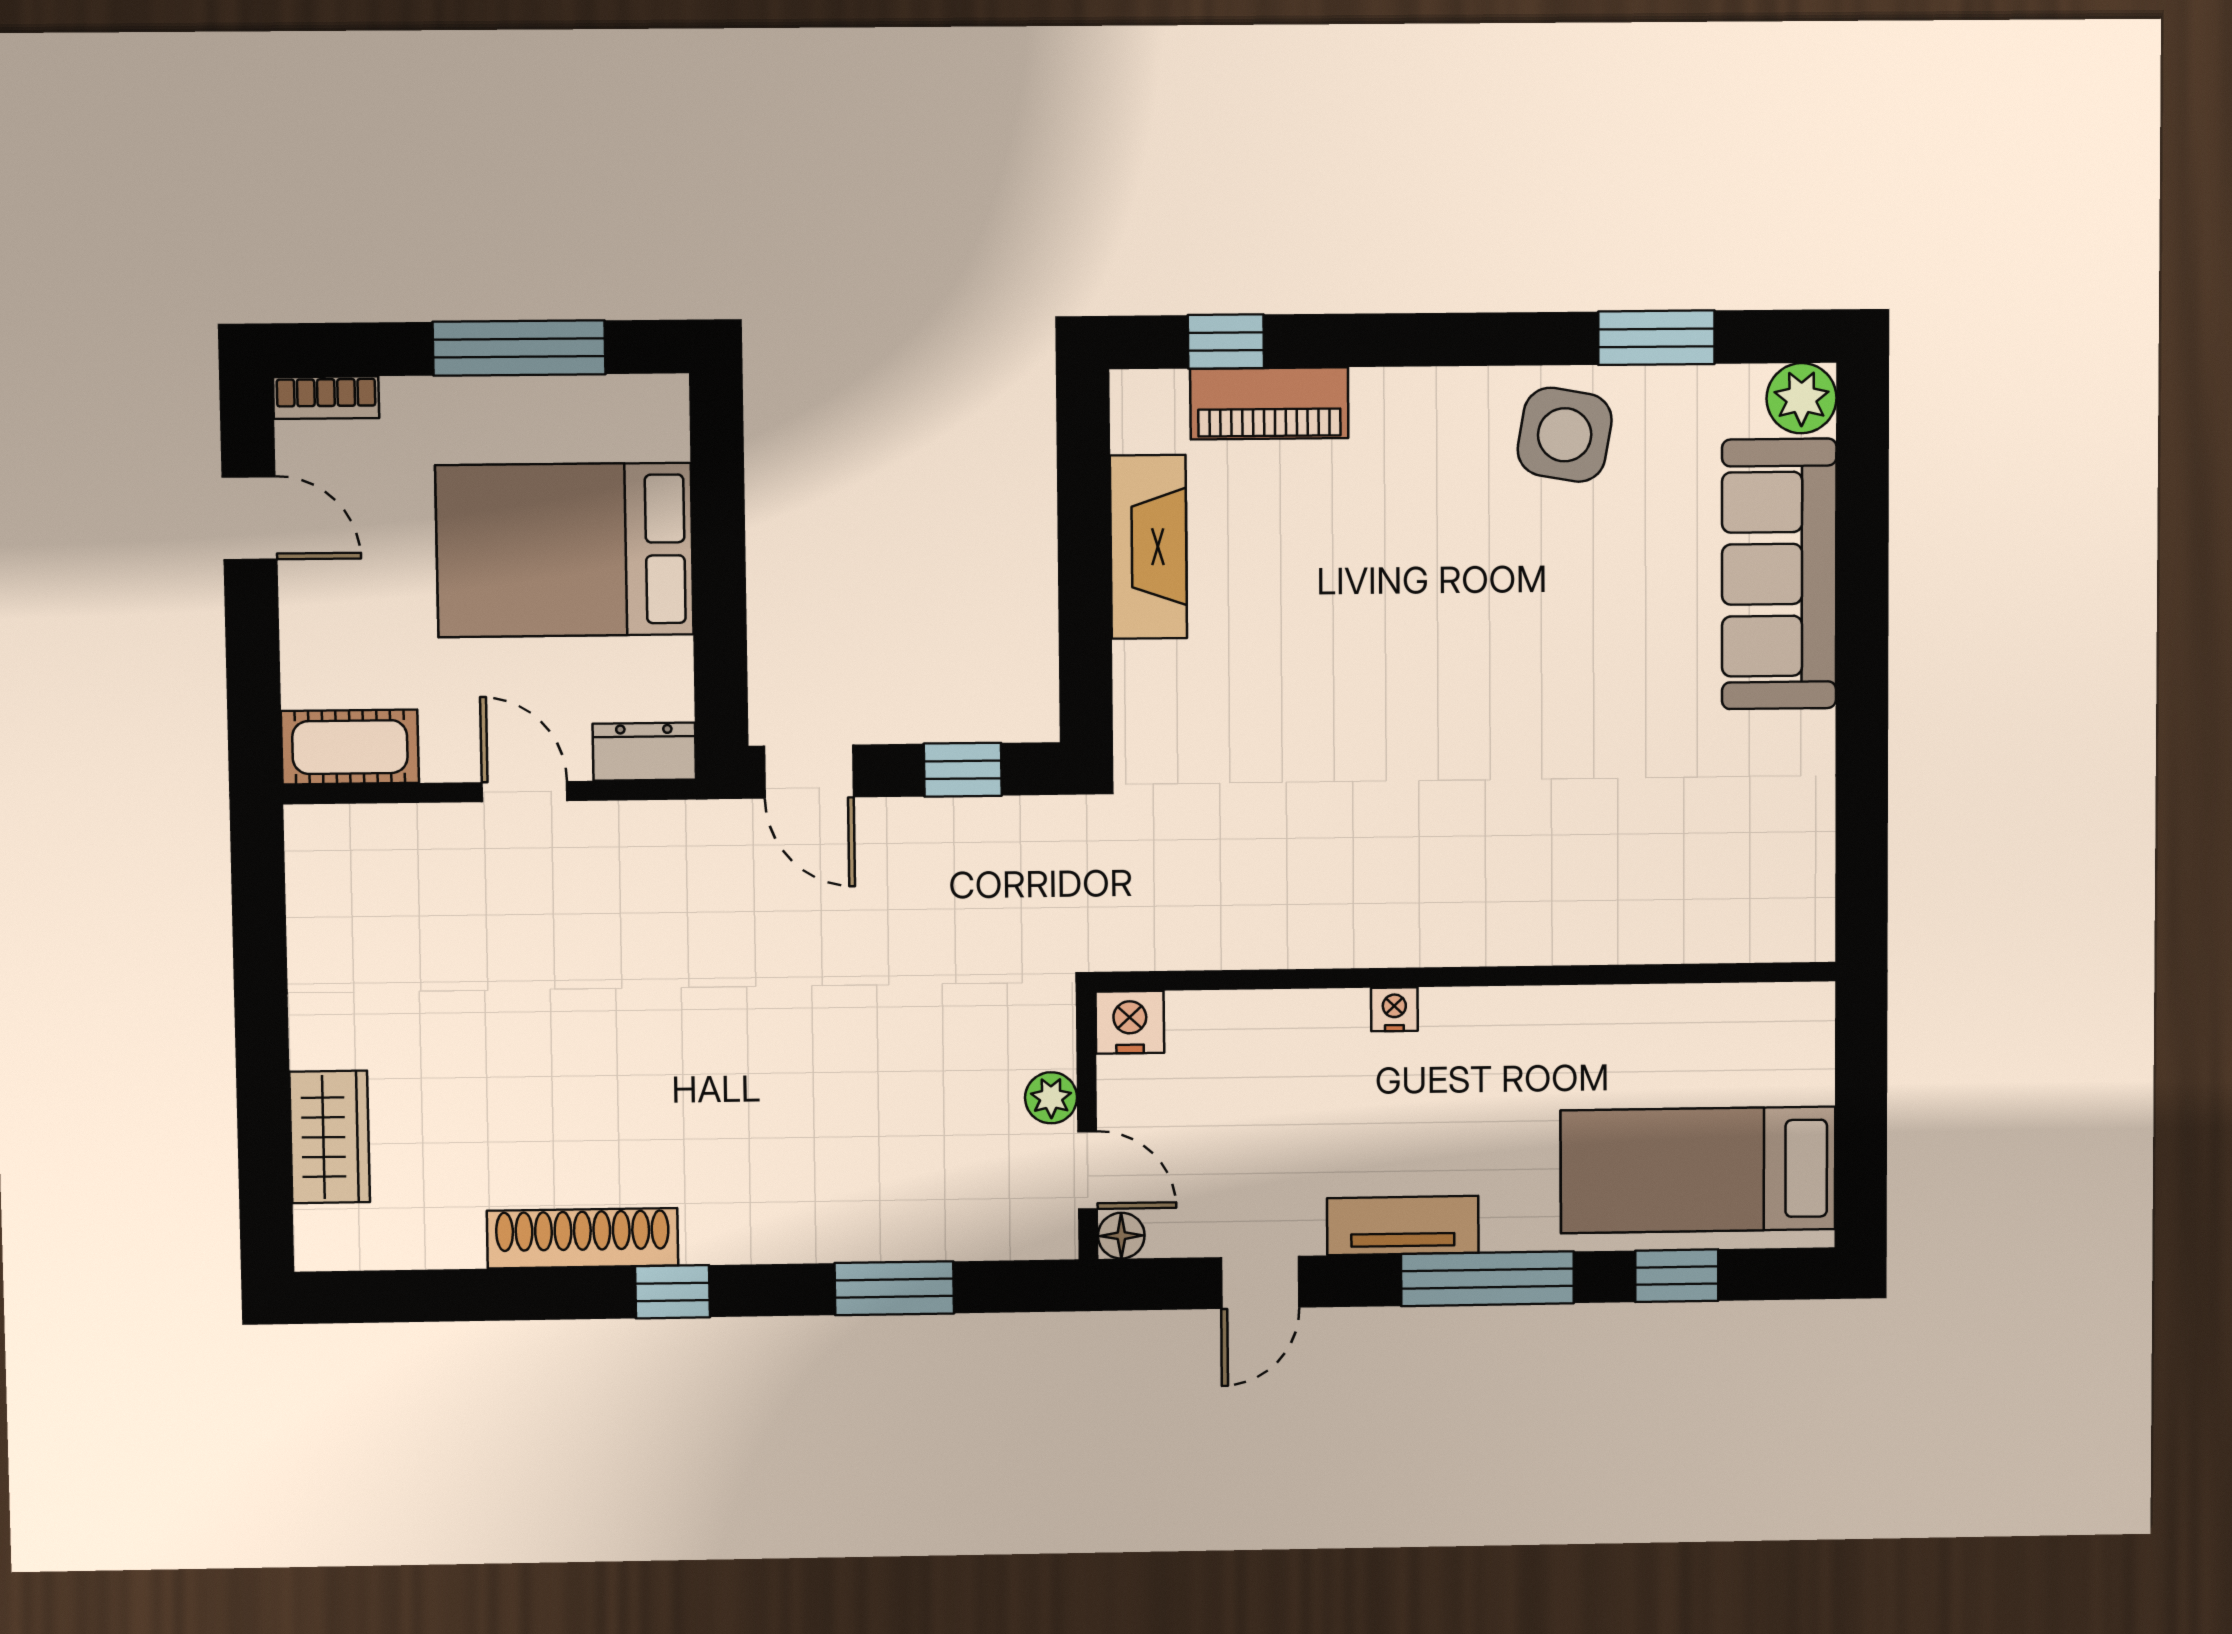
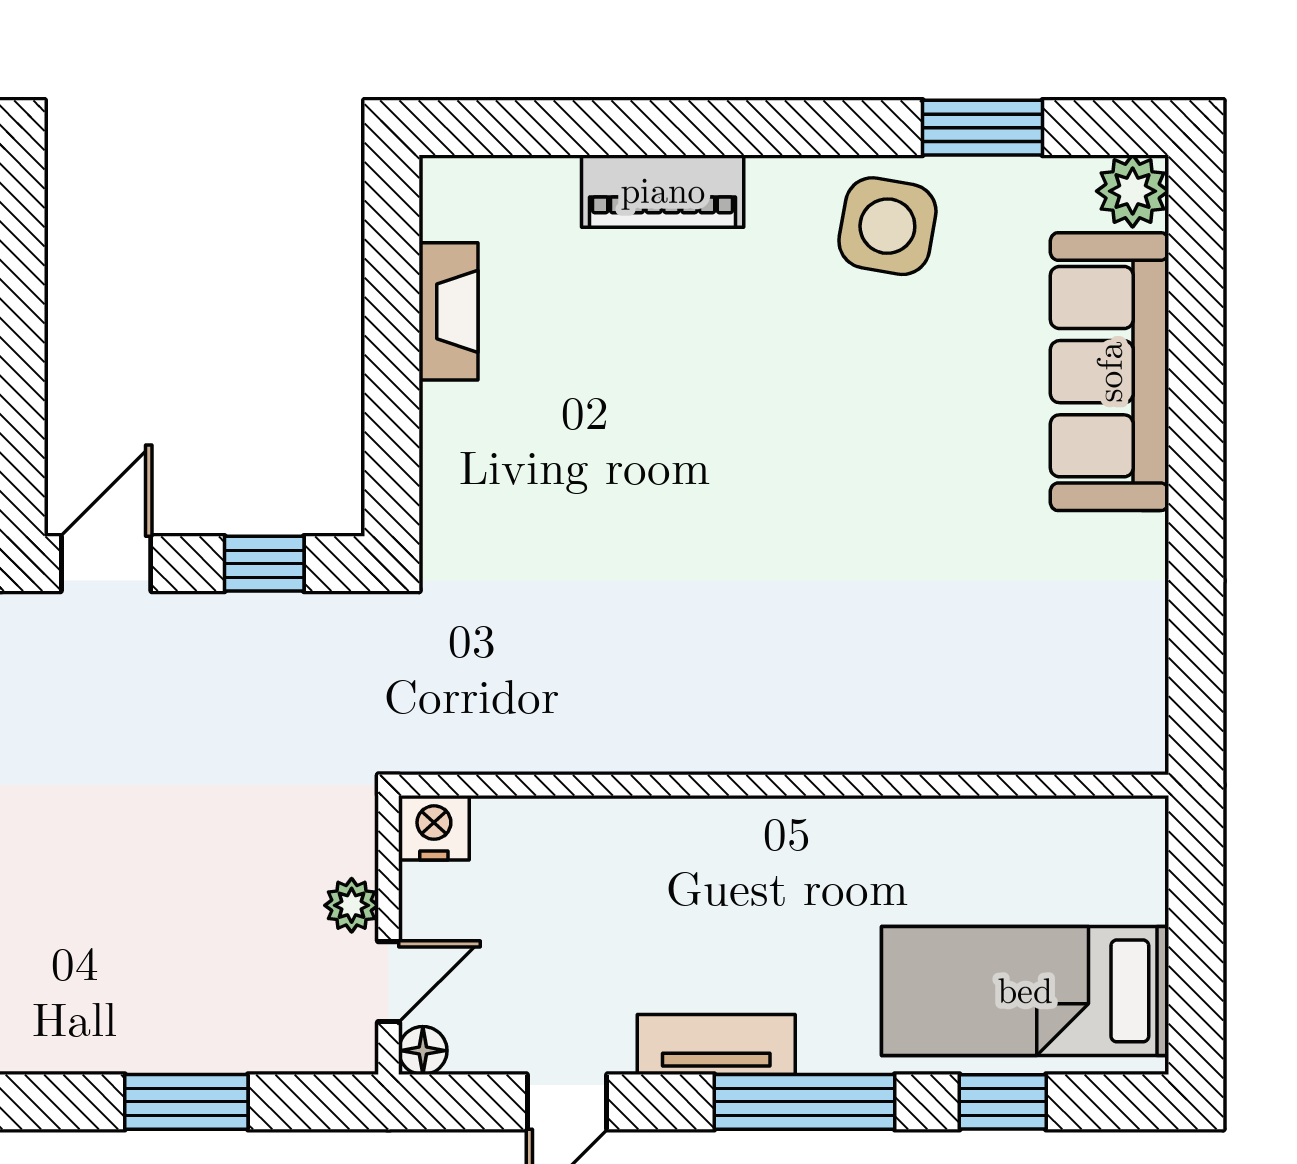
window: (1226, 342) -> (539, 128), removed
piano: (1269, 403) -> (663, 191), moved
fireplace: (1149, 547) -> (449, 311), width x0.73, depth x0.76
door: (809, 772) -> (106, 564), swing flipped
nightstand: (1394, 1009) -> (709, 818), removed
door: (1088, 1170) -> (389, 982), hinge flipped

